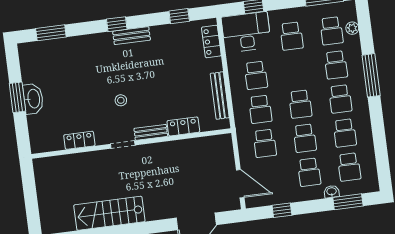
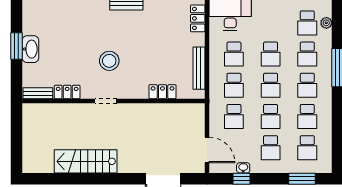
school desk: (292, 36) -> (271, 54), moved
stool: (121, 100) -> (109, 61), width x1.89, depth x1.89
bench: (151, 132) -> (38, 93), moved
washbasin: (332, 192) -> (243, 168), moved

